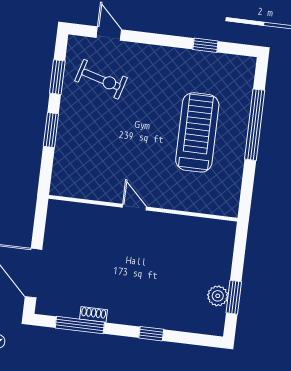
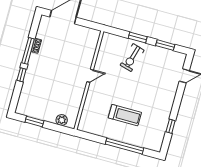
exercise bike: (101, 79) -> (132, 58), moved
treadmill: (197, 132) -> (125, 115), width x0.73, depth x0.73
plant: (218, 296) -> (62, 120), moved
window: (80, 325) -> (28, 51), moved

